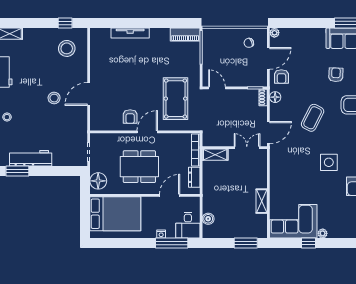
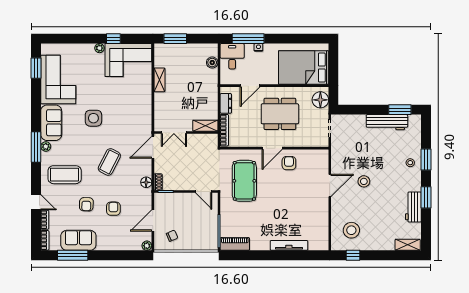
armchair: (281, 77) -> (113, 209), moved

